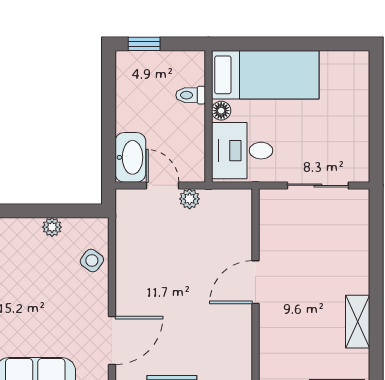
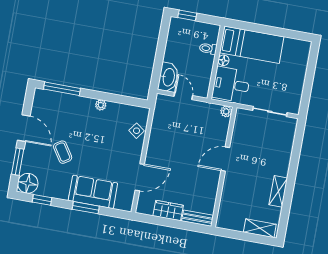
plant: (190, 199) -> (226, 111), moved
plant: (52, 227) -> (101, 105), moved

